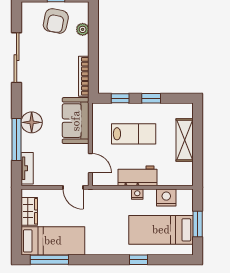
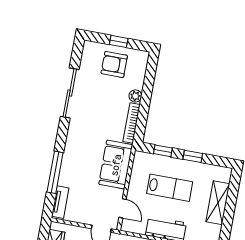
armchair: (56, 21) -> (114, 64), turned 79
plant: (83, 29) -> (135, 96), moved
floor lamp: (32, 122) -> (73, 158), removed

